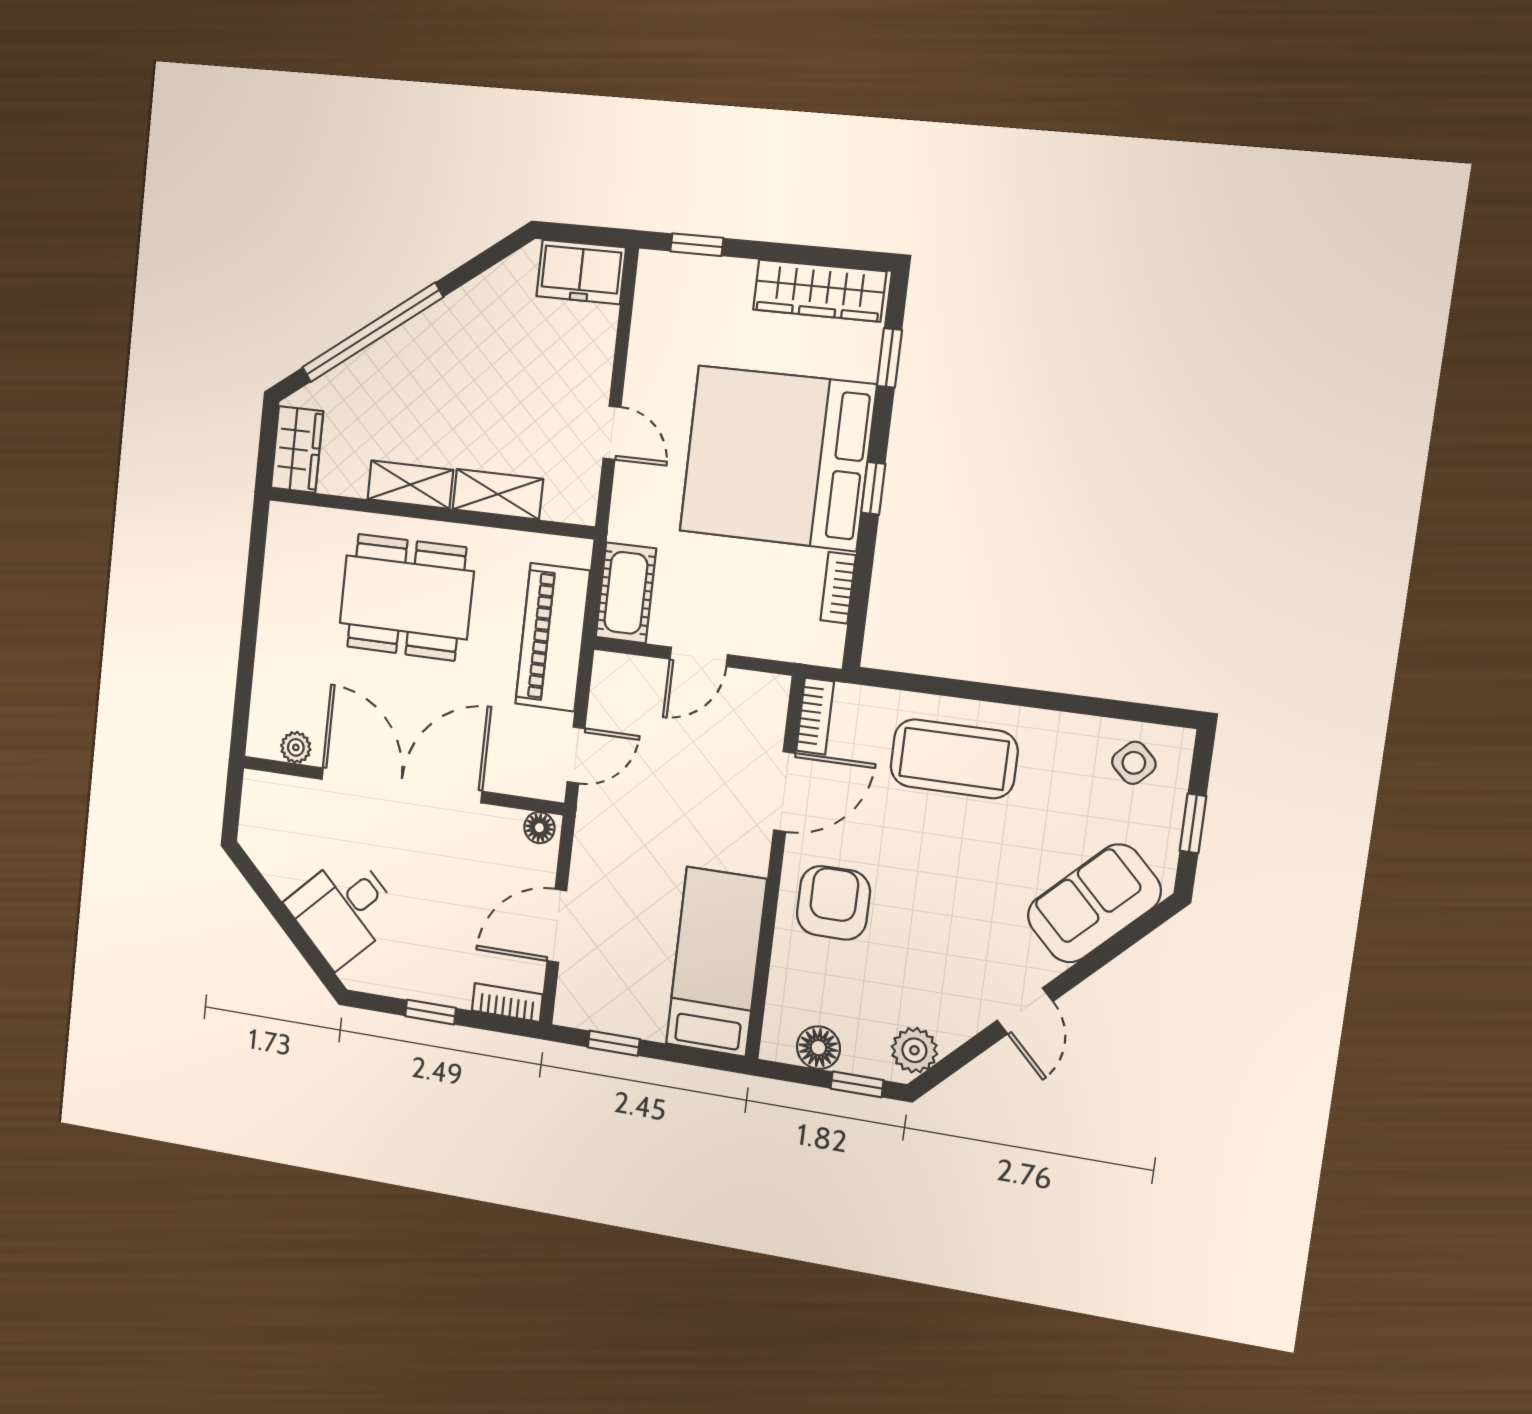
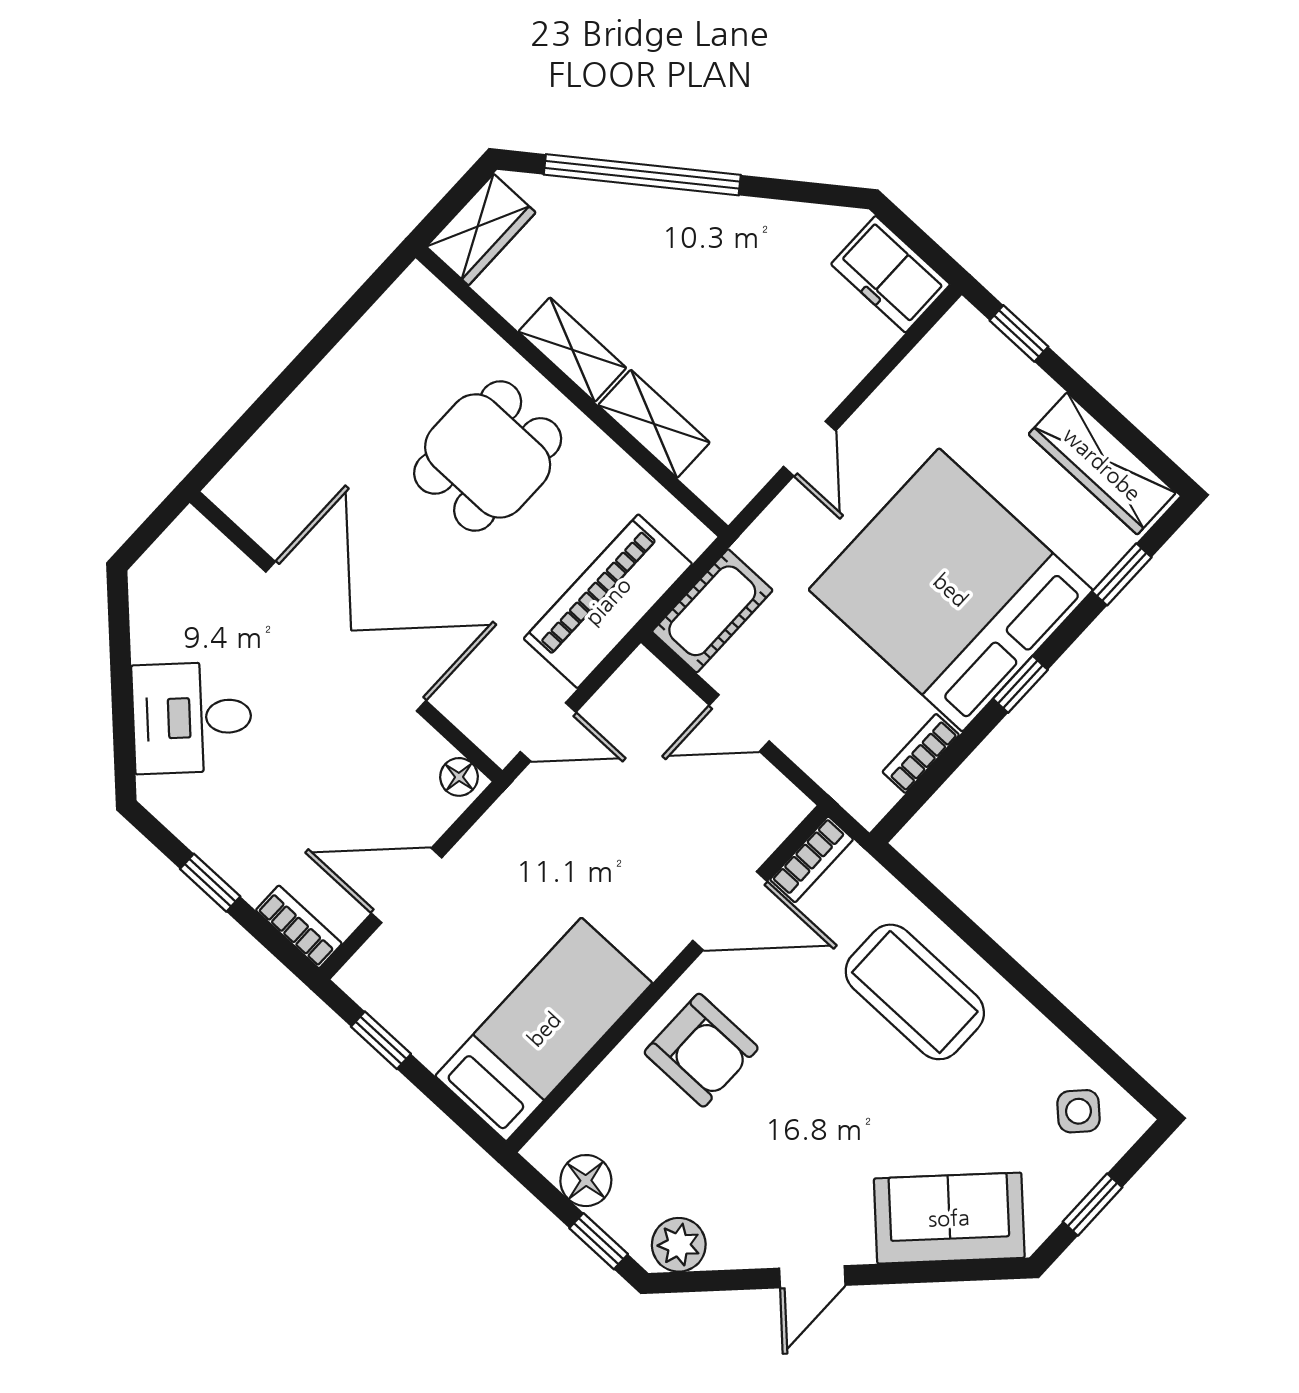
dining table: (407, 597) -> (488, 456), width x0.73
plant: (296, 747) -> (261, 521), removed
armchair: (833, 903) -> (701, 1050), turned 90

